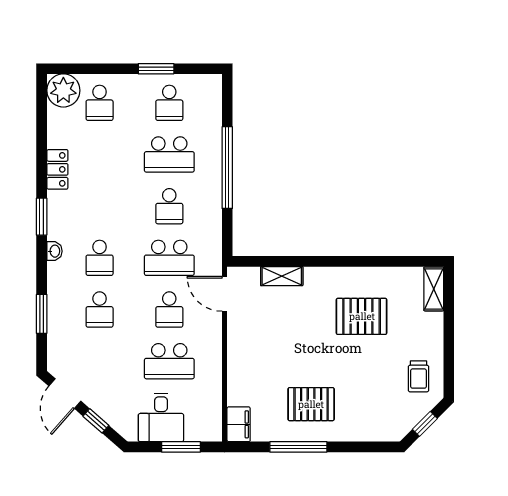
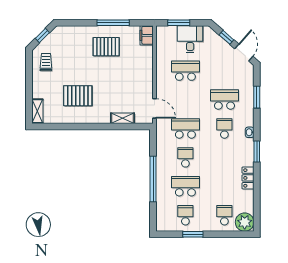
school desk: (100, 309) -> (224, 100), width x1.85
school desk: (169, 309) -> (185, 100), removed

